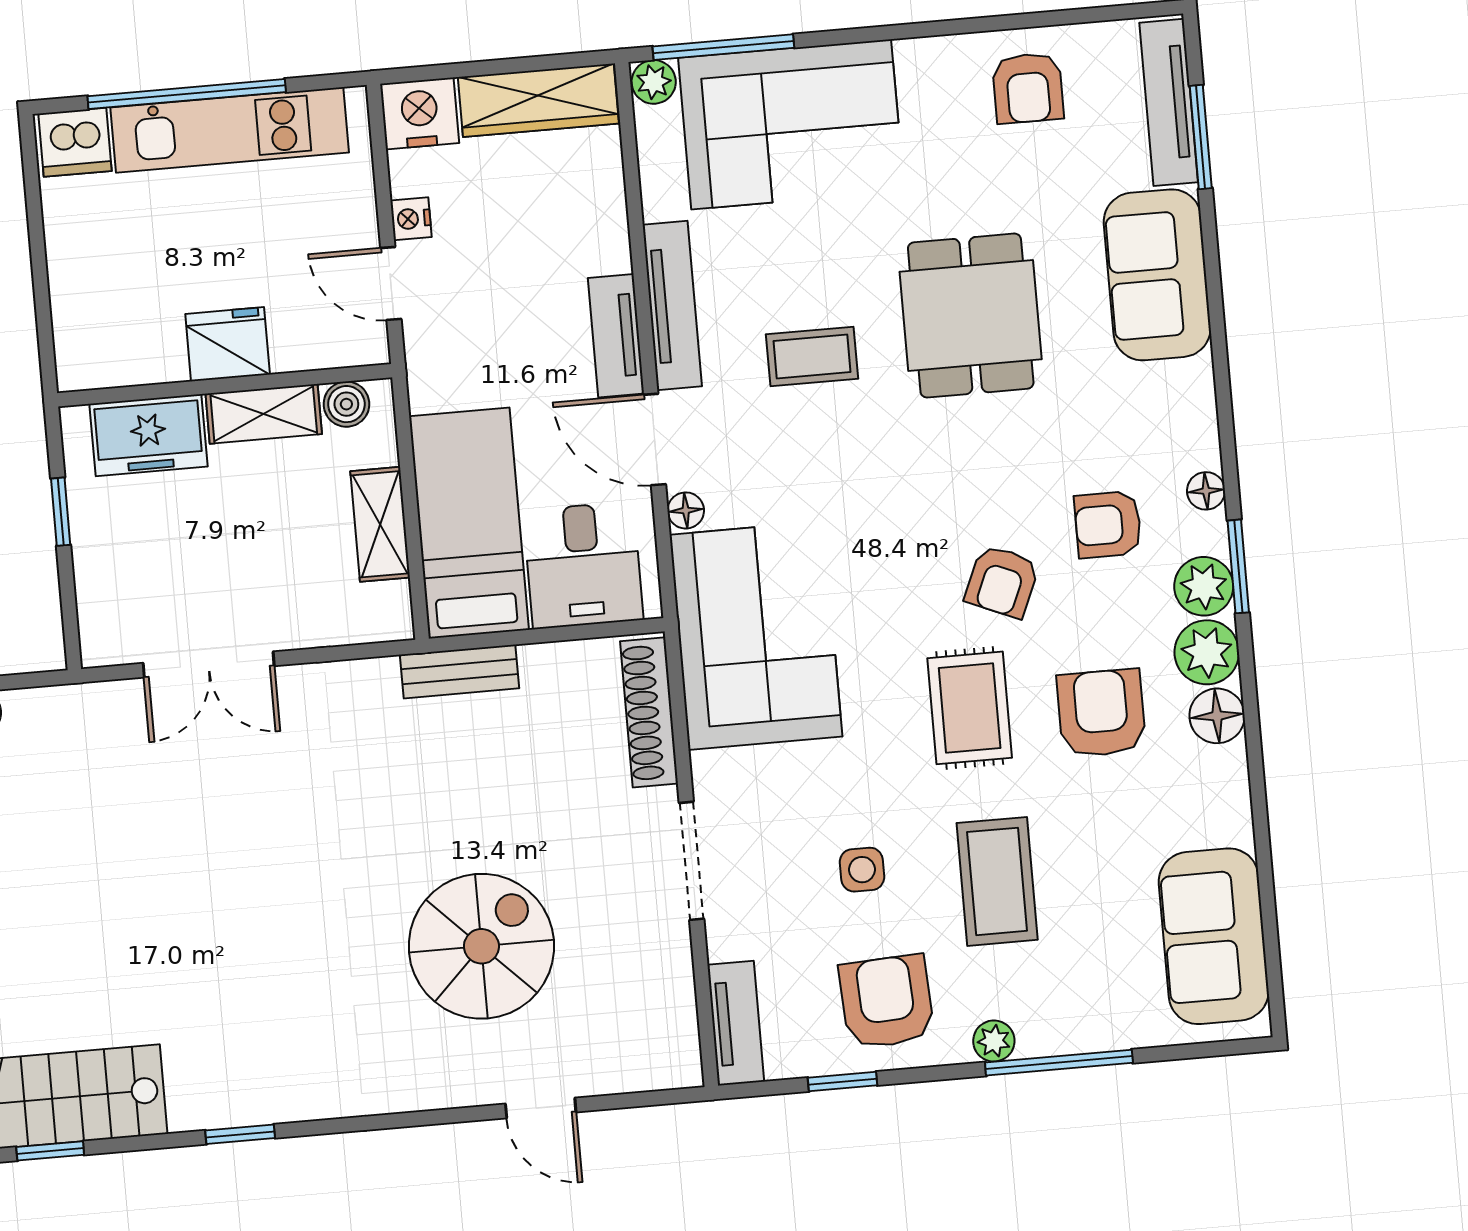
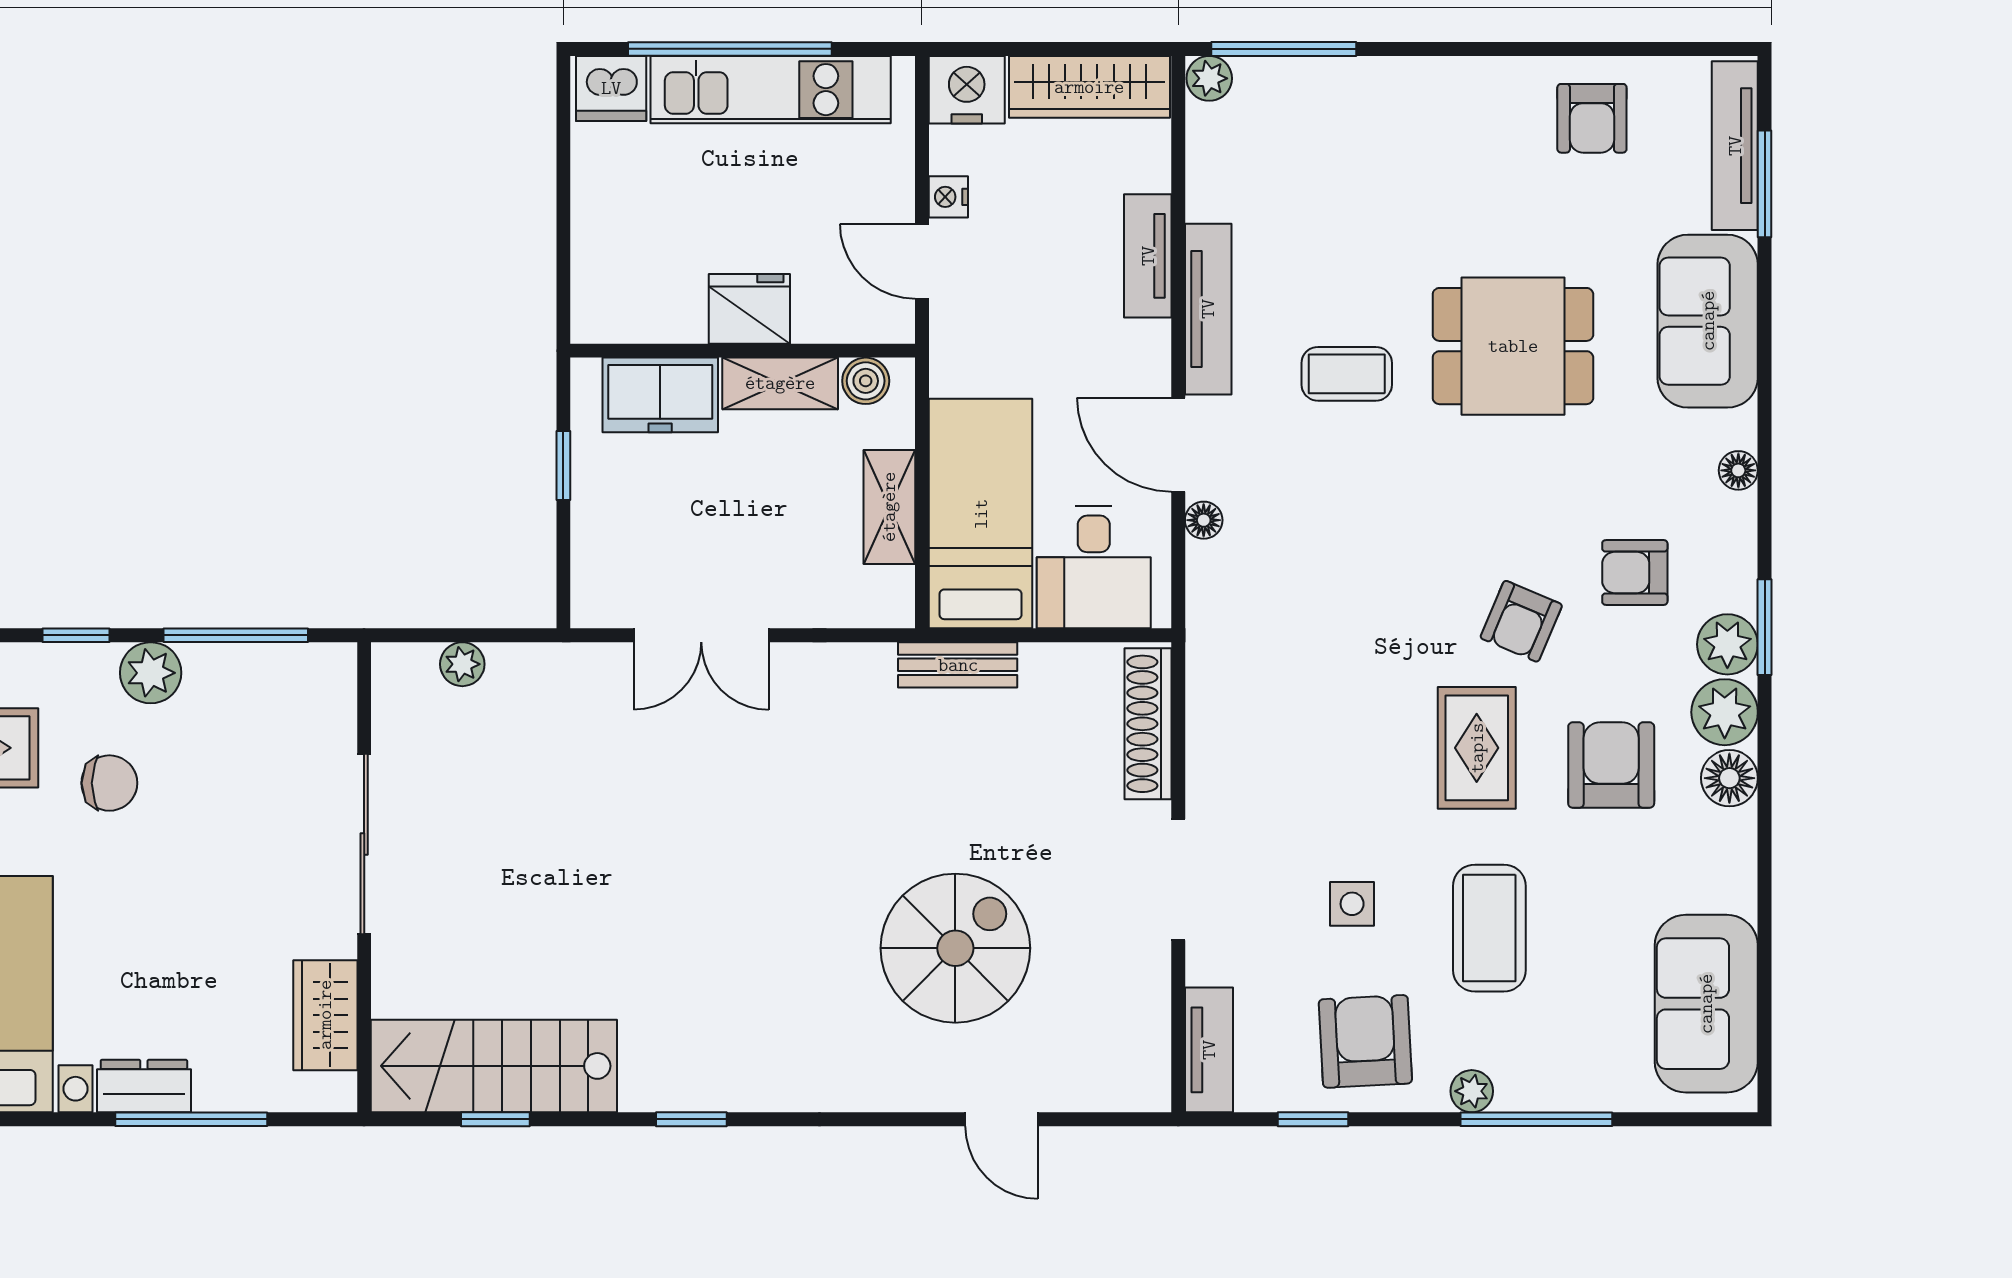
corner sofa: (791, 124) -> (1346, 134), removed
dining table: (971, 316) -> (1513, 346), turned 90
tv unit: (616, 336) -> (1148, 256), moved
floor lamp: (1206, 491) -> (1738, 470), moved
corner sofa: (756, 636) -> (1264, 655), removed

